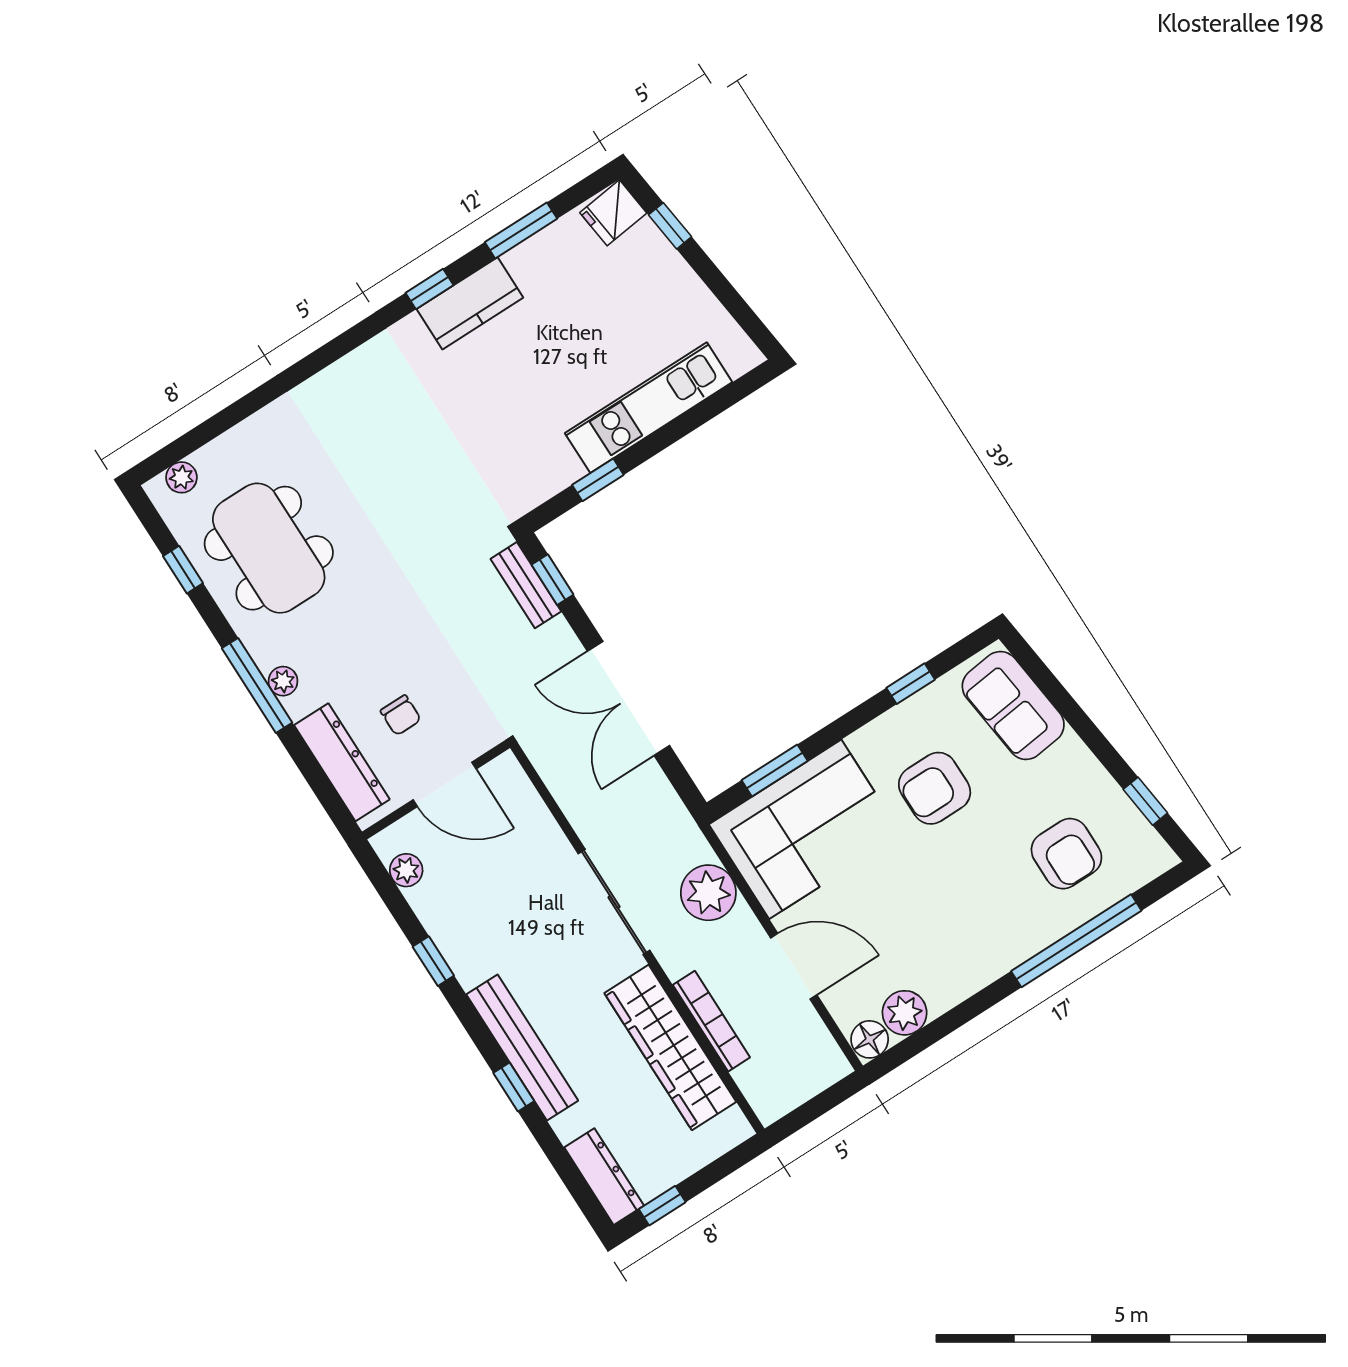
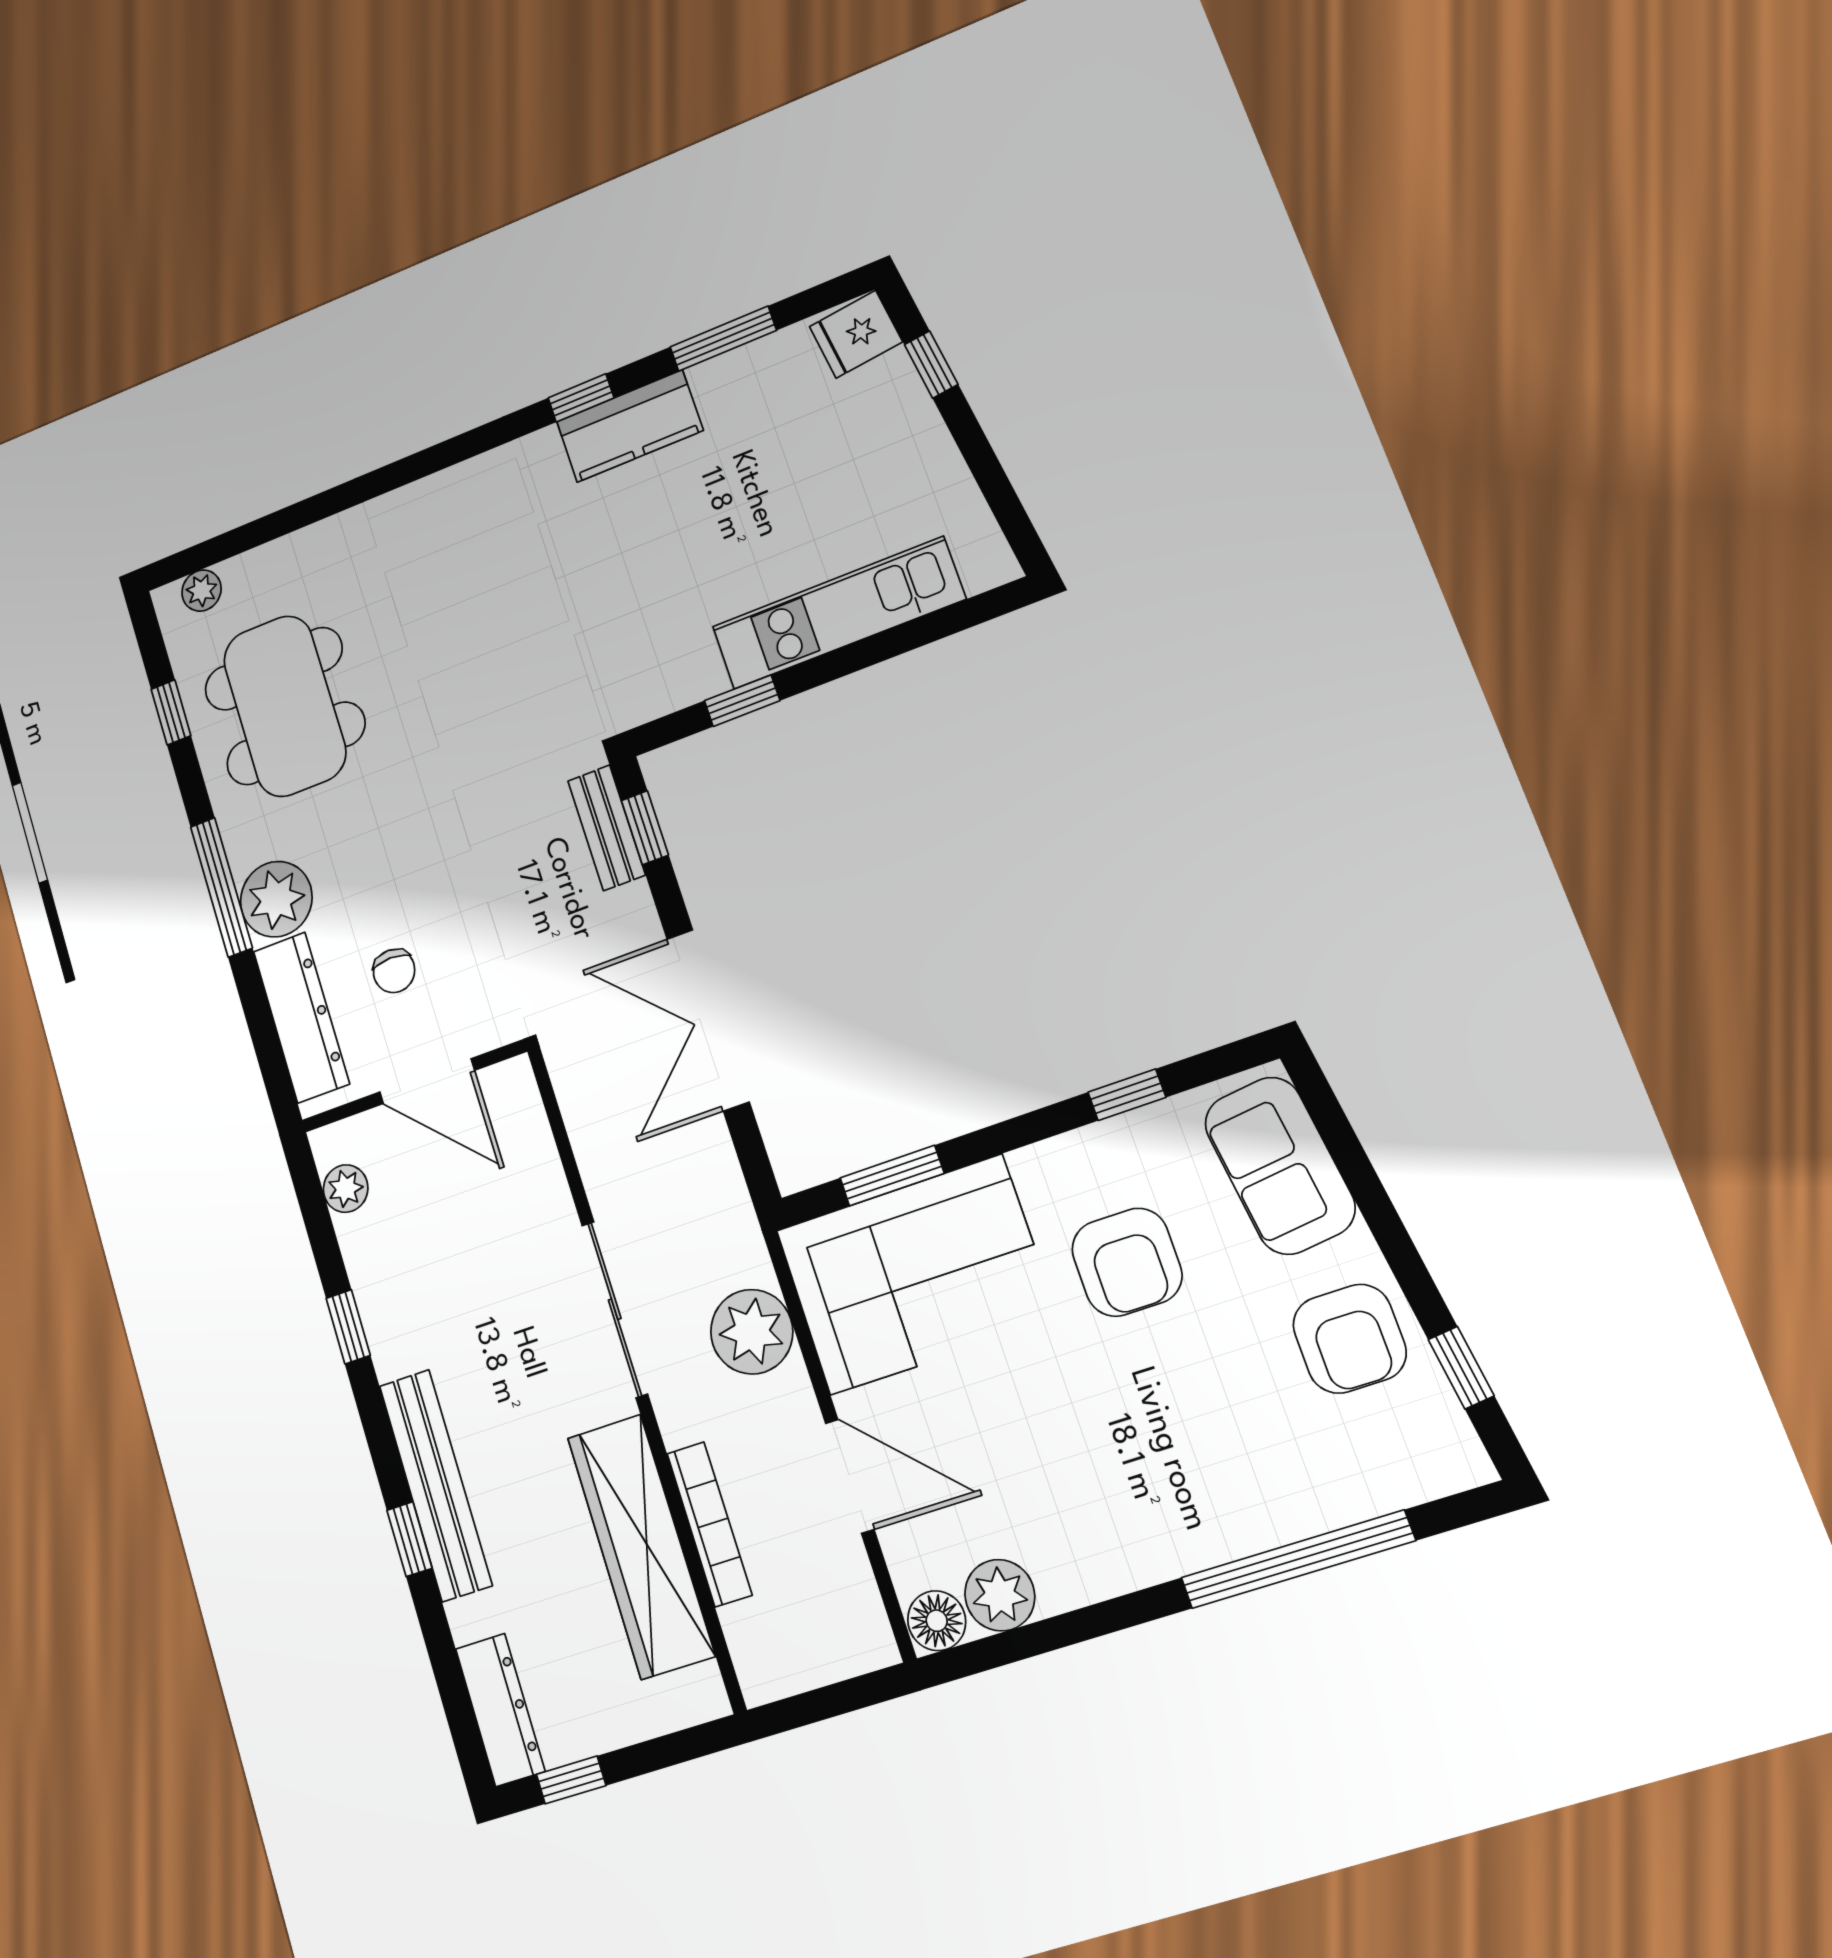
plant: (283, 681) -> (276, 899), width x1.88, depth x1.88
armchair: (935, 788) -> (1127, 1262), turned -90
armchair: (1066, 854) -> (1349, 1339), moved

